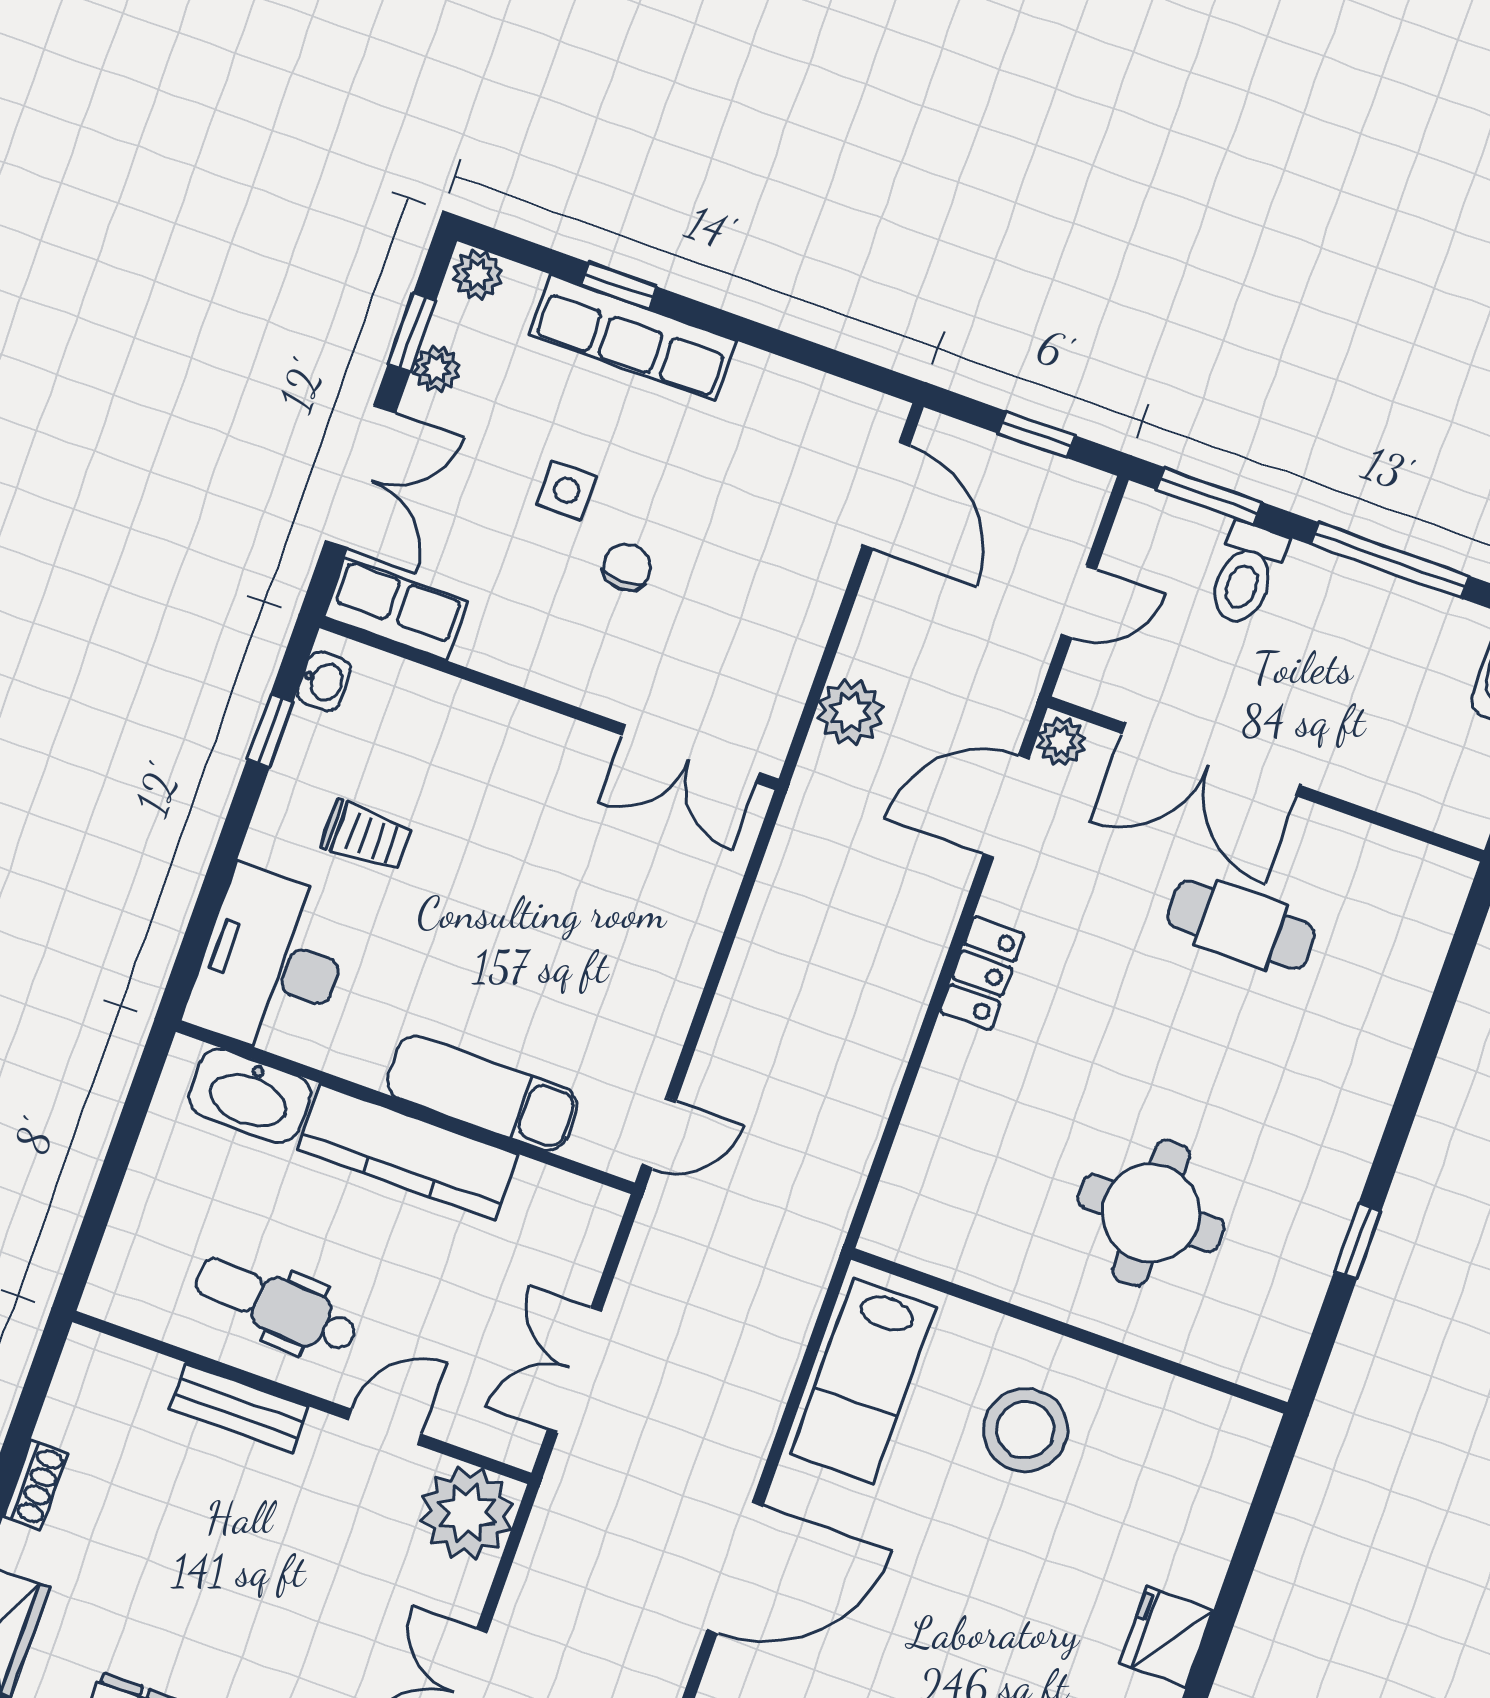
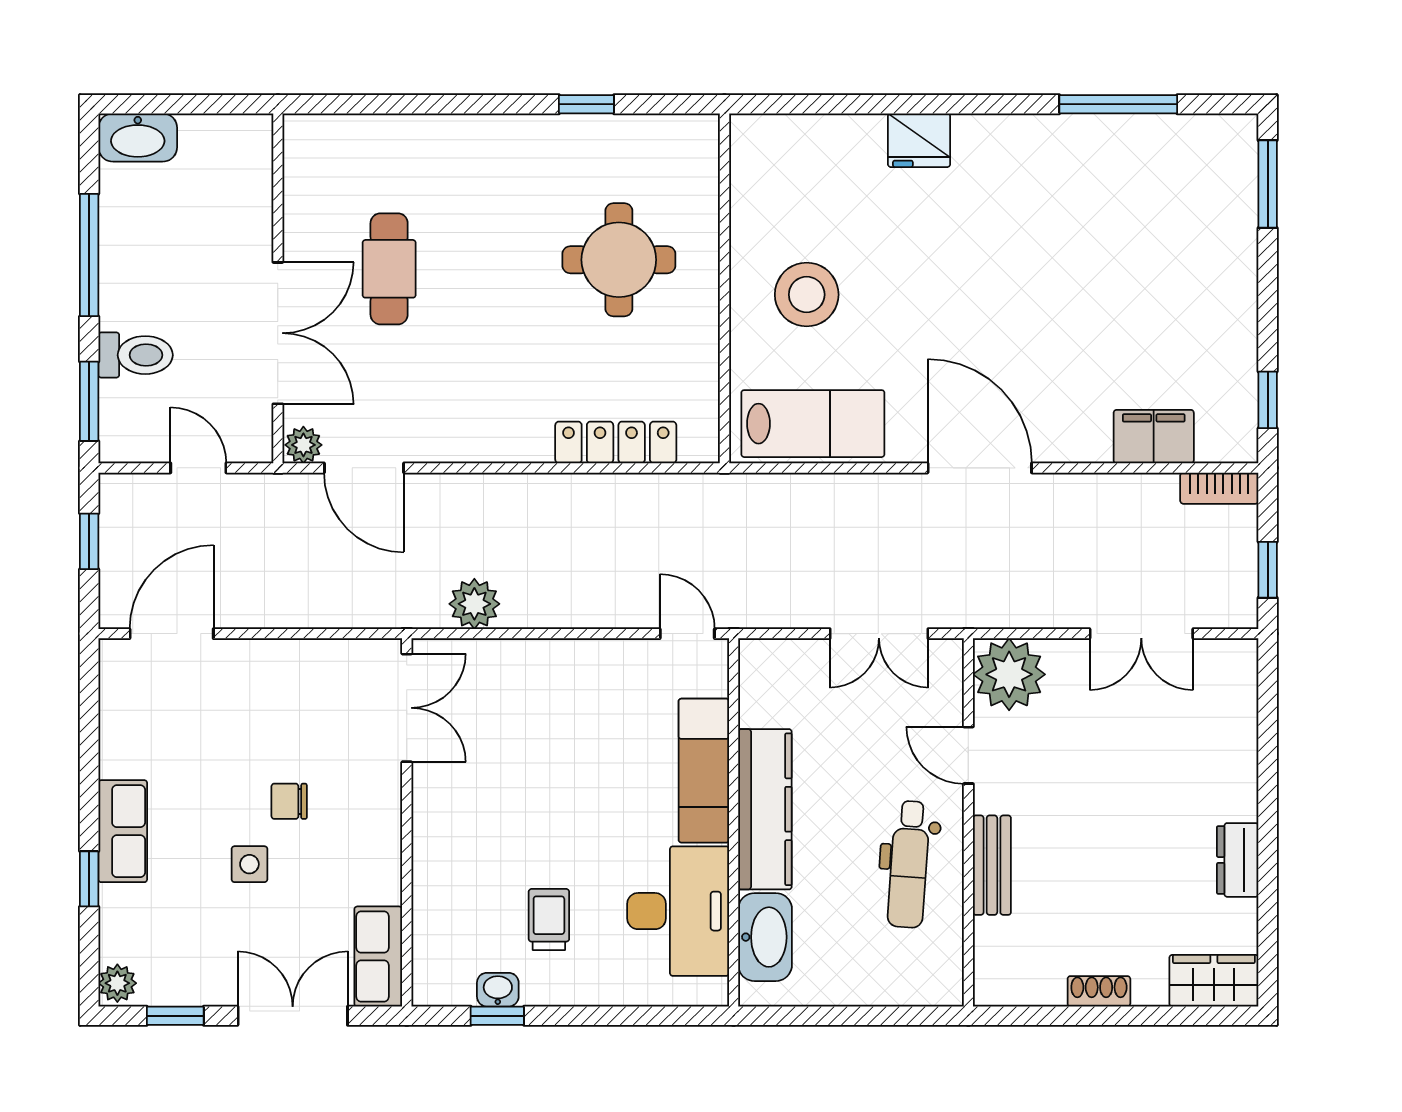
row of seats: (633, 338) -> (123, 831), width x0.68
plant: (437, 369) -> (195, 989), removed
washbasin: (324, 681) -> (498, 990), moved
plant: (850, 712) -> (474, 604), moved
desk: (271, 963) -> (678, 911), moved, turned -90
locker: (982, 973) -> (616, 442), moved, width x1.53

